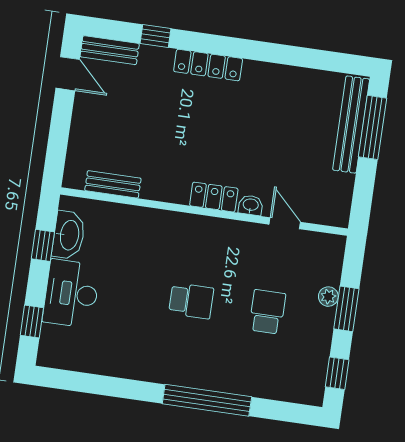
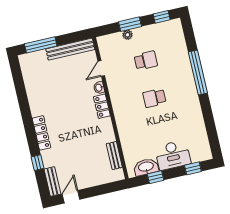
bench: (351, 125) -> (70, 49), moved
school desk: (191, 301) -> (154, 98), turned -90
school desk: (267, 312) -> (146, 60), turned 180

